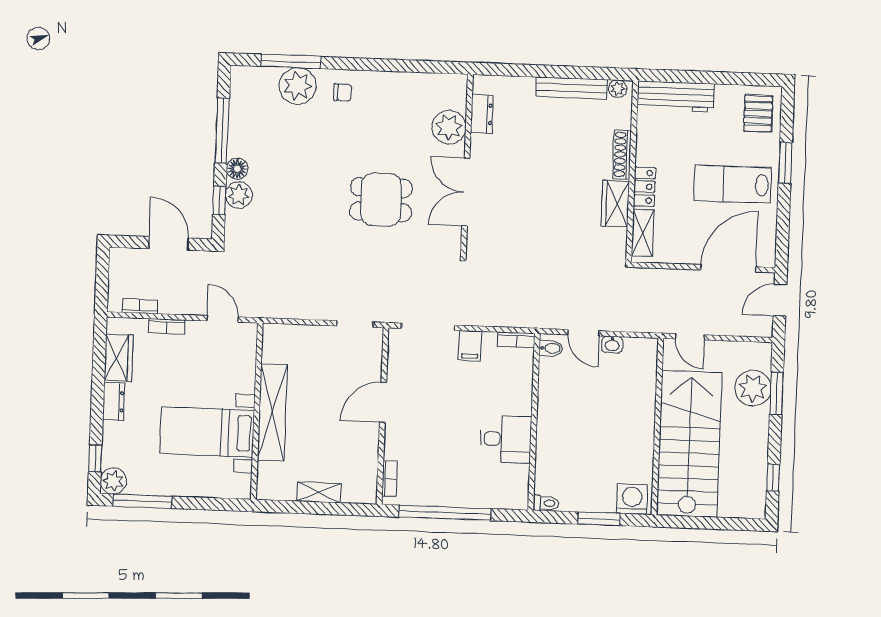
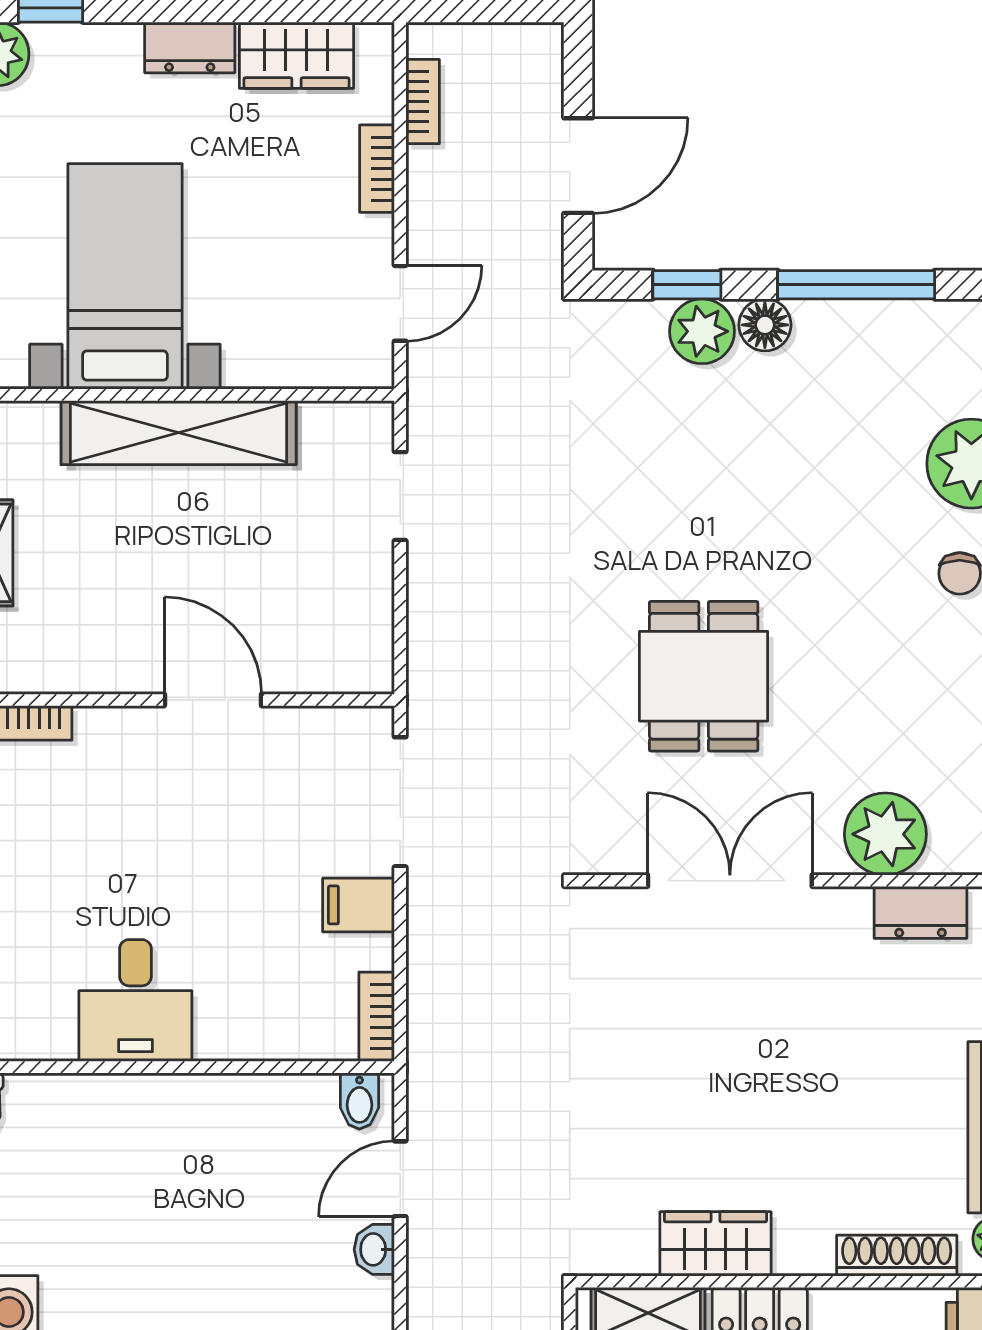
shoe rack: (622, 154) -> (897, 1256), moved
doorway: (355, 324) -> (400, 496), moved

